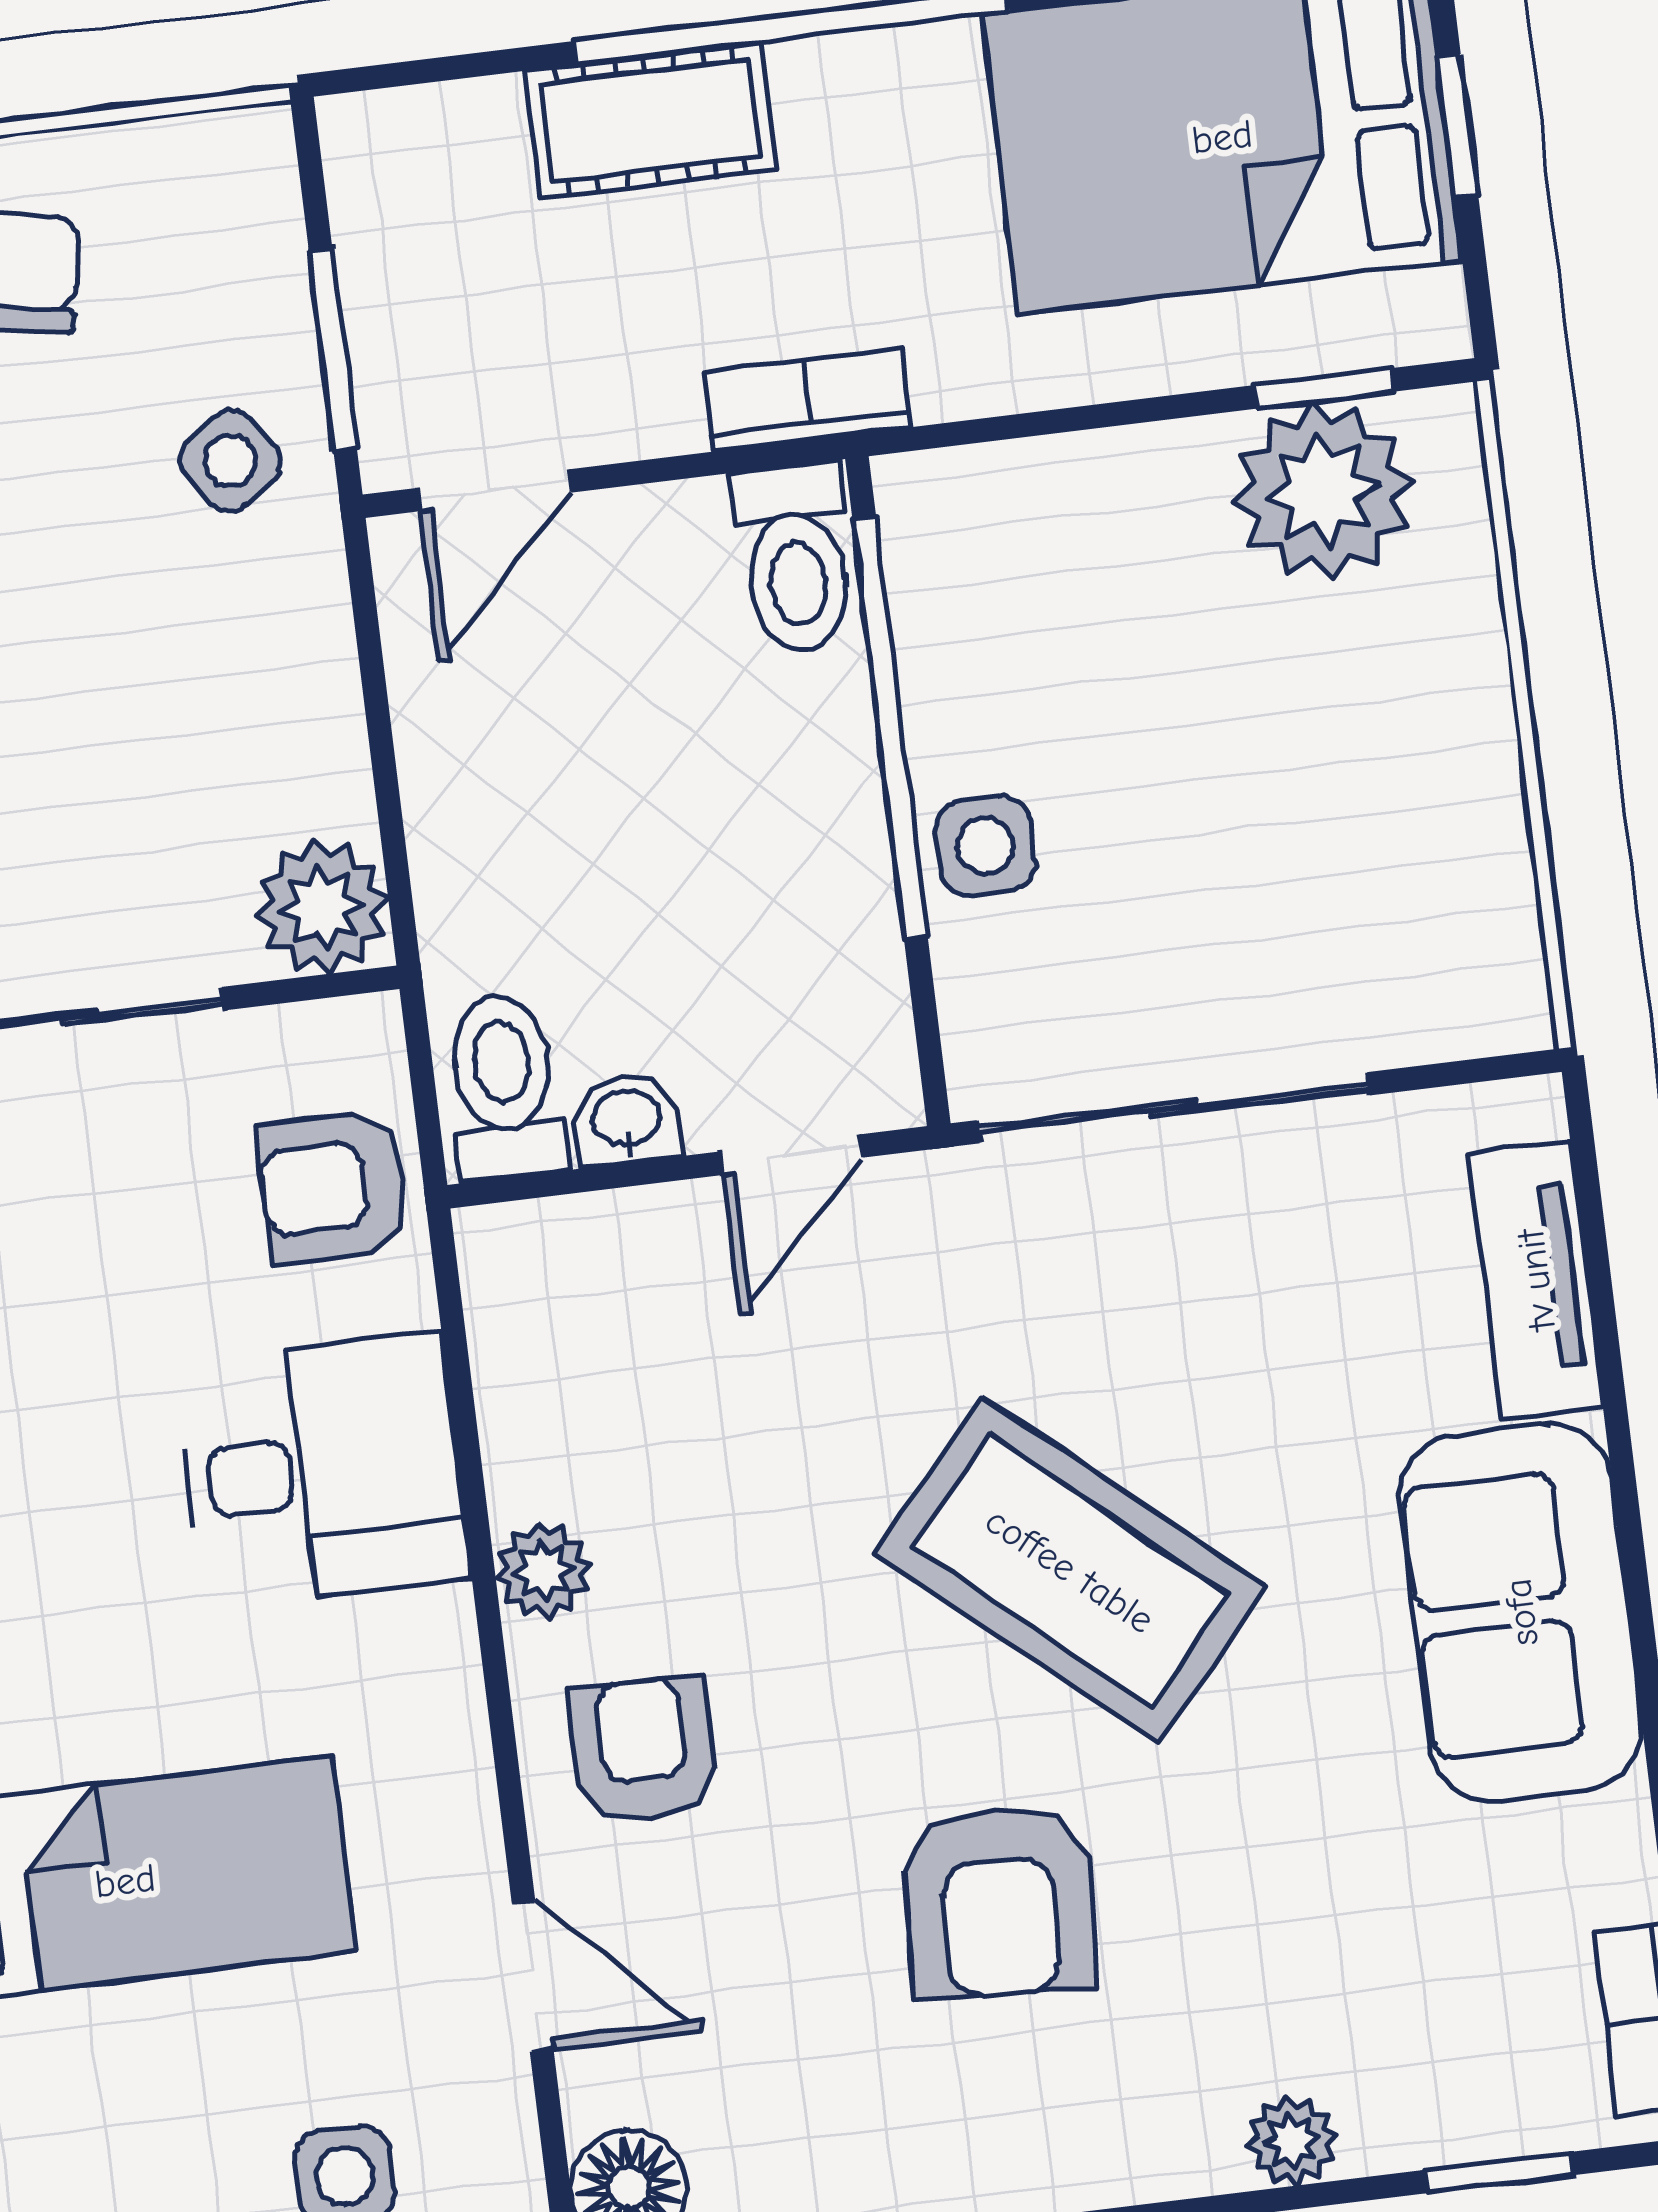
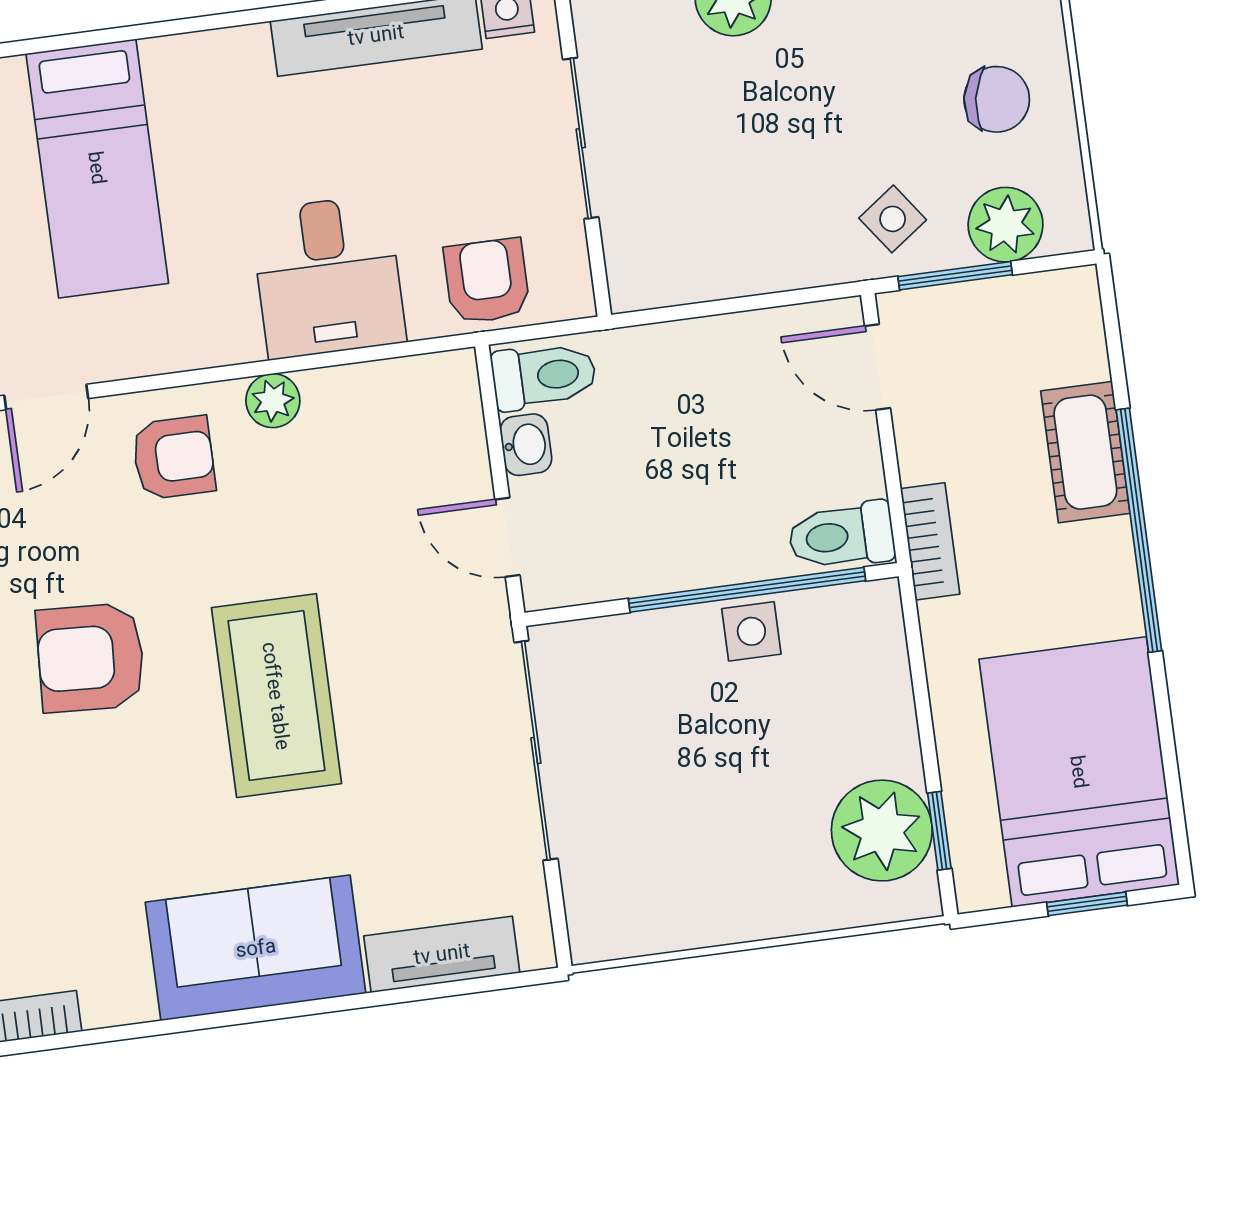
side table: (985, 846) -> (751, 631), moved
plant: (322, 907) -> (1005, 225), moved
coffee table: (1070, 1570) -> (276, 696), turned -41

